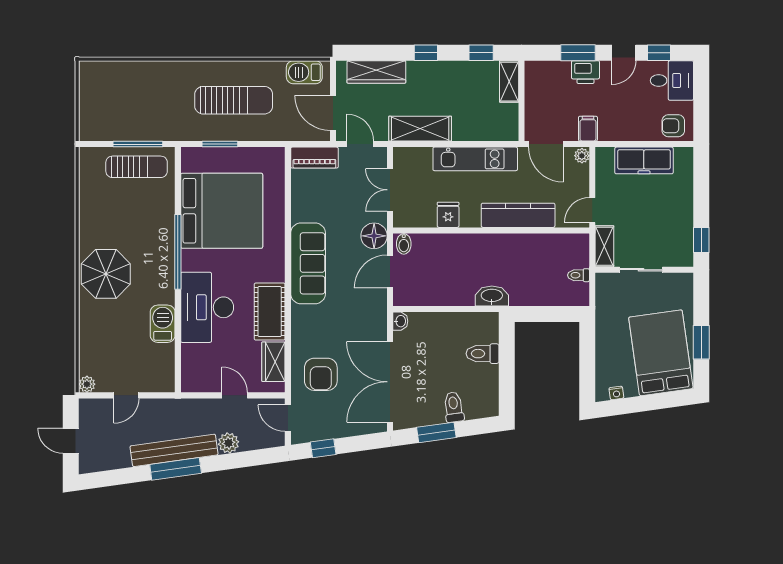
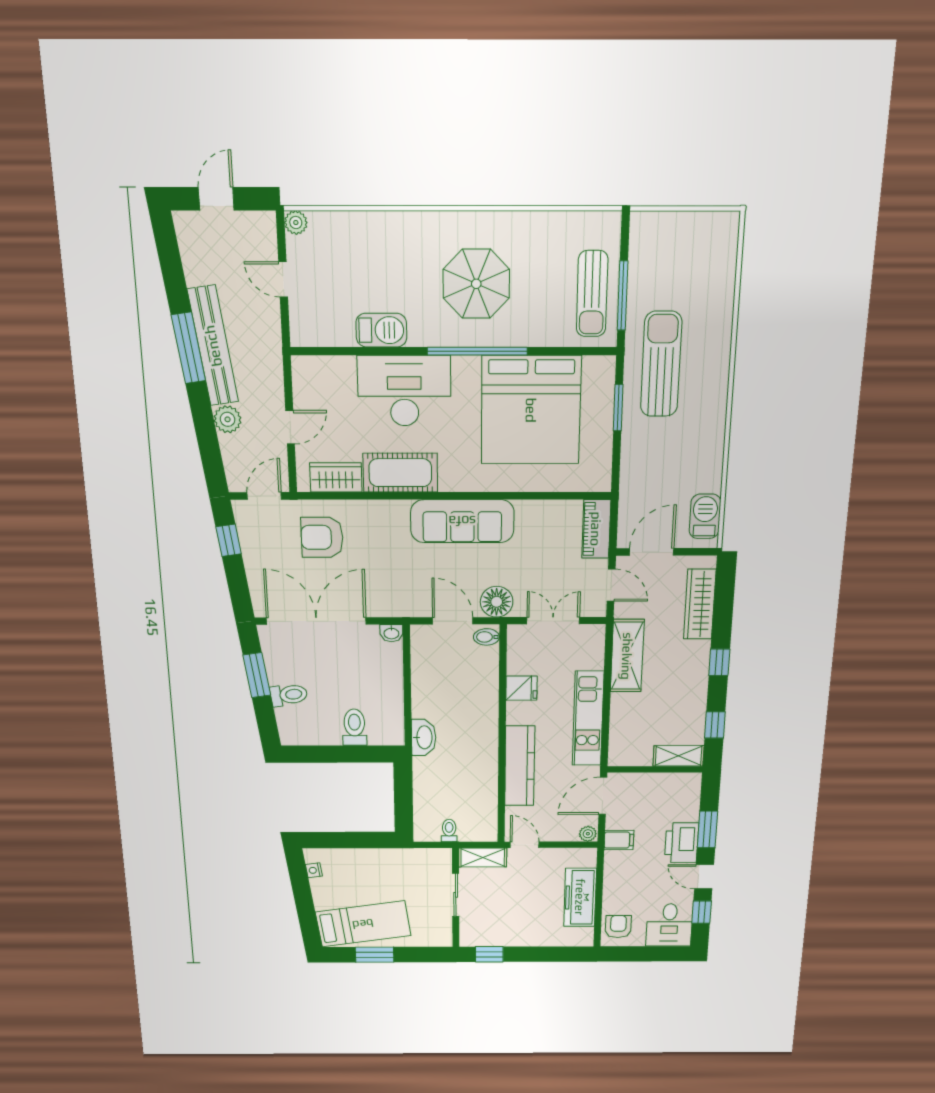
printer: (585, 72) -> (682, 843), width x1.37, depth x1.19
sun lounger: (234, 100) -> (661, 364), moved, turned 180
door: (360, 144) -> (611, 585), hinge flipped
parasol: (106, 274) -> (476, 284), moved
bed: (661, 353) -> (363, 924), width x0.67

